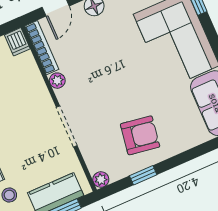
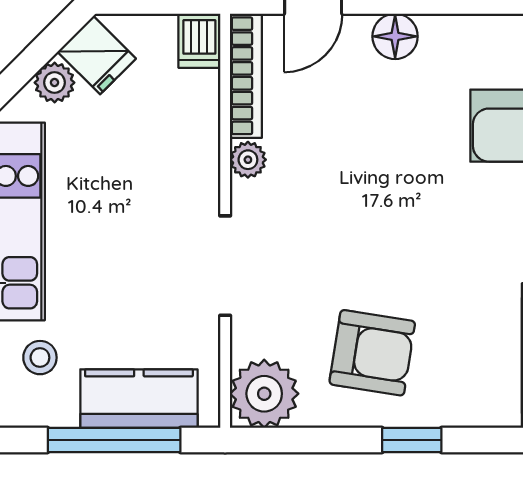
window: (143, 175) -> (412, 440), moved
plant: (101, 179) -> (264, 394), width x1.88, depth x1.88

